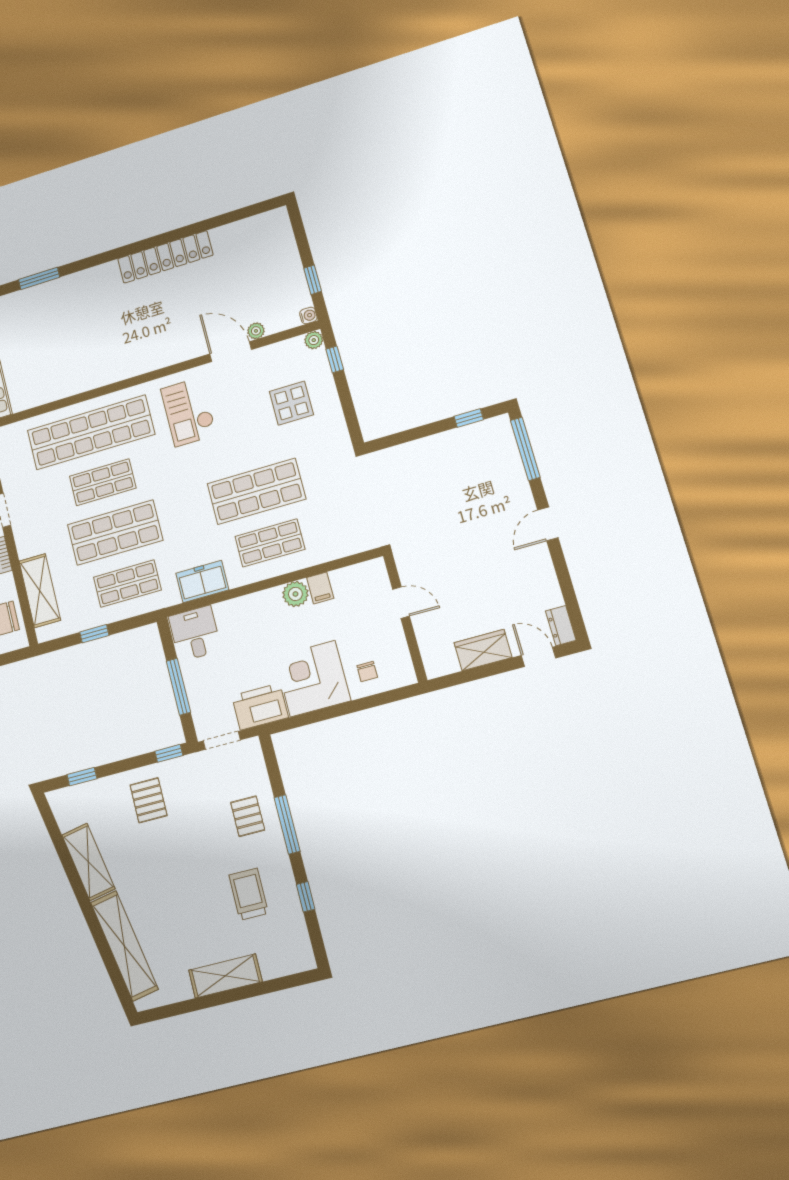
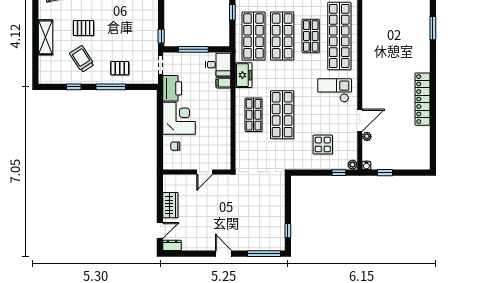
shop shelf: (127, 584) -> (254, 36), width x1.43, depth x1.36
filing cabinet: (320, 588) -> (223, 83), moved
plant: (295, 594) -> (224, 121), removed
pallet: (149, 800) -> (84, 28), moved
trolley: (249, 894) -> (82, 59), turned -123

